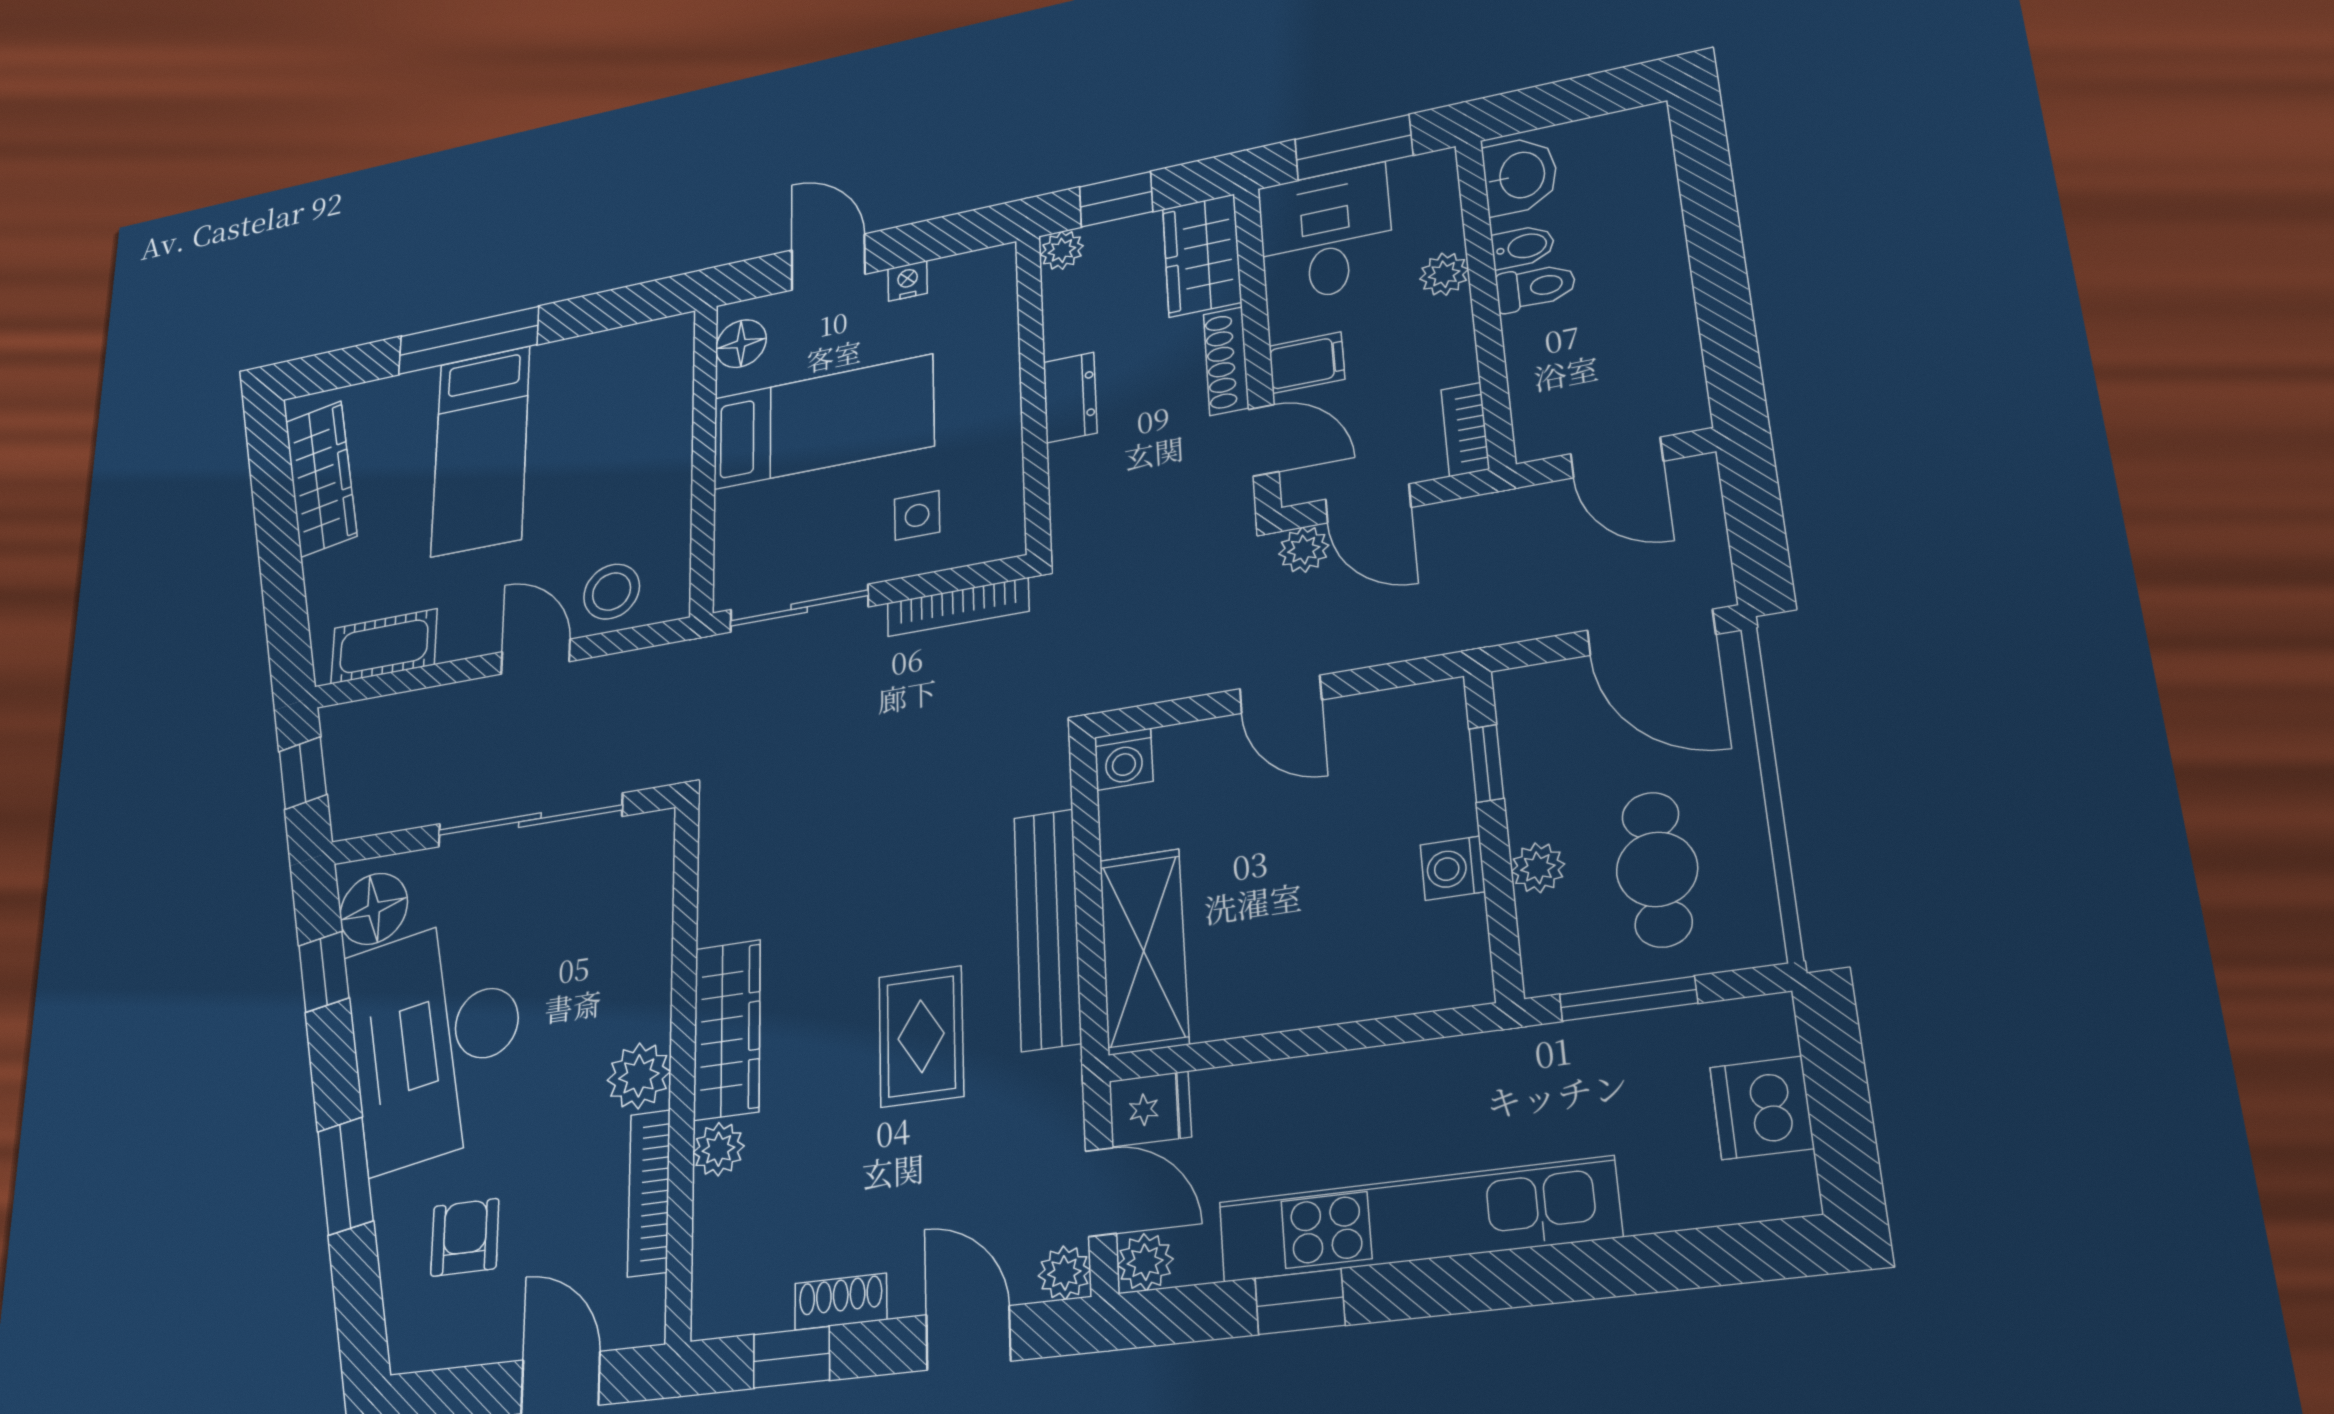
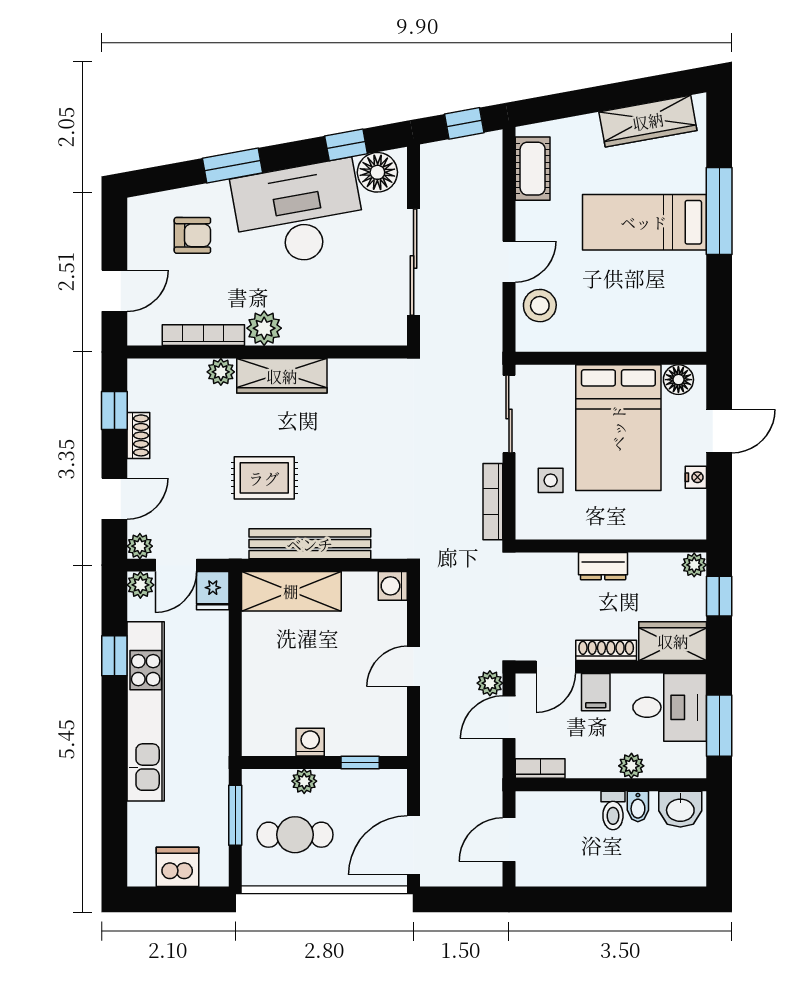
bed: (823, 422) -> (618, 428), width x1.50

